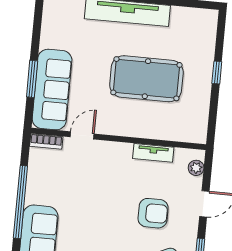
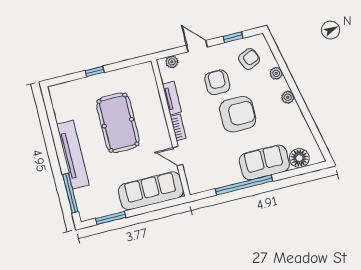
window: (32, 79) -> (111, 218), moved
bookcase: (46, 141) -> (178, 127), moved
armchair: (107, 224) -> (238, 114), added

